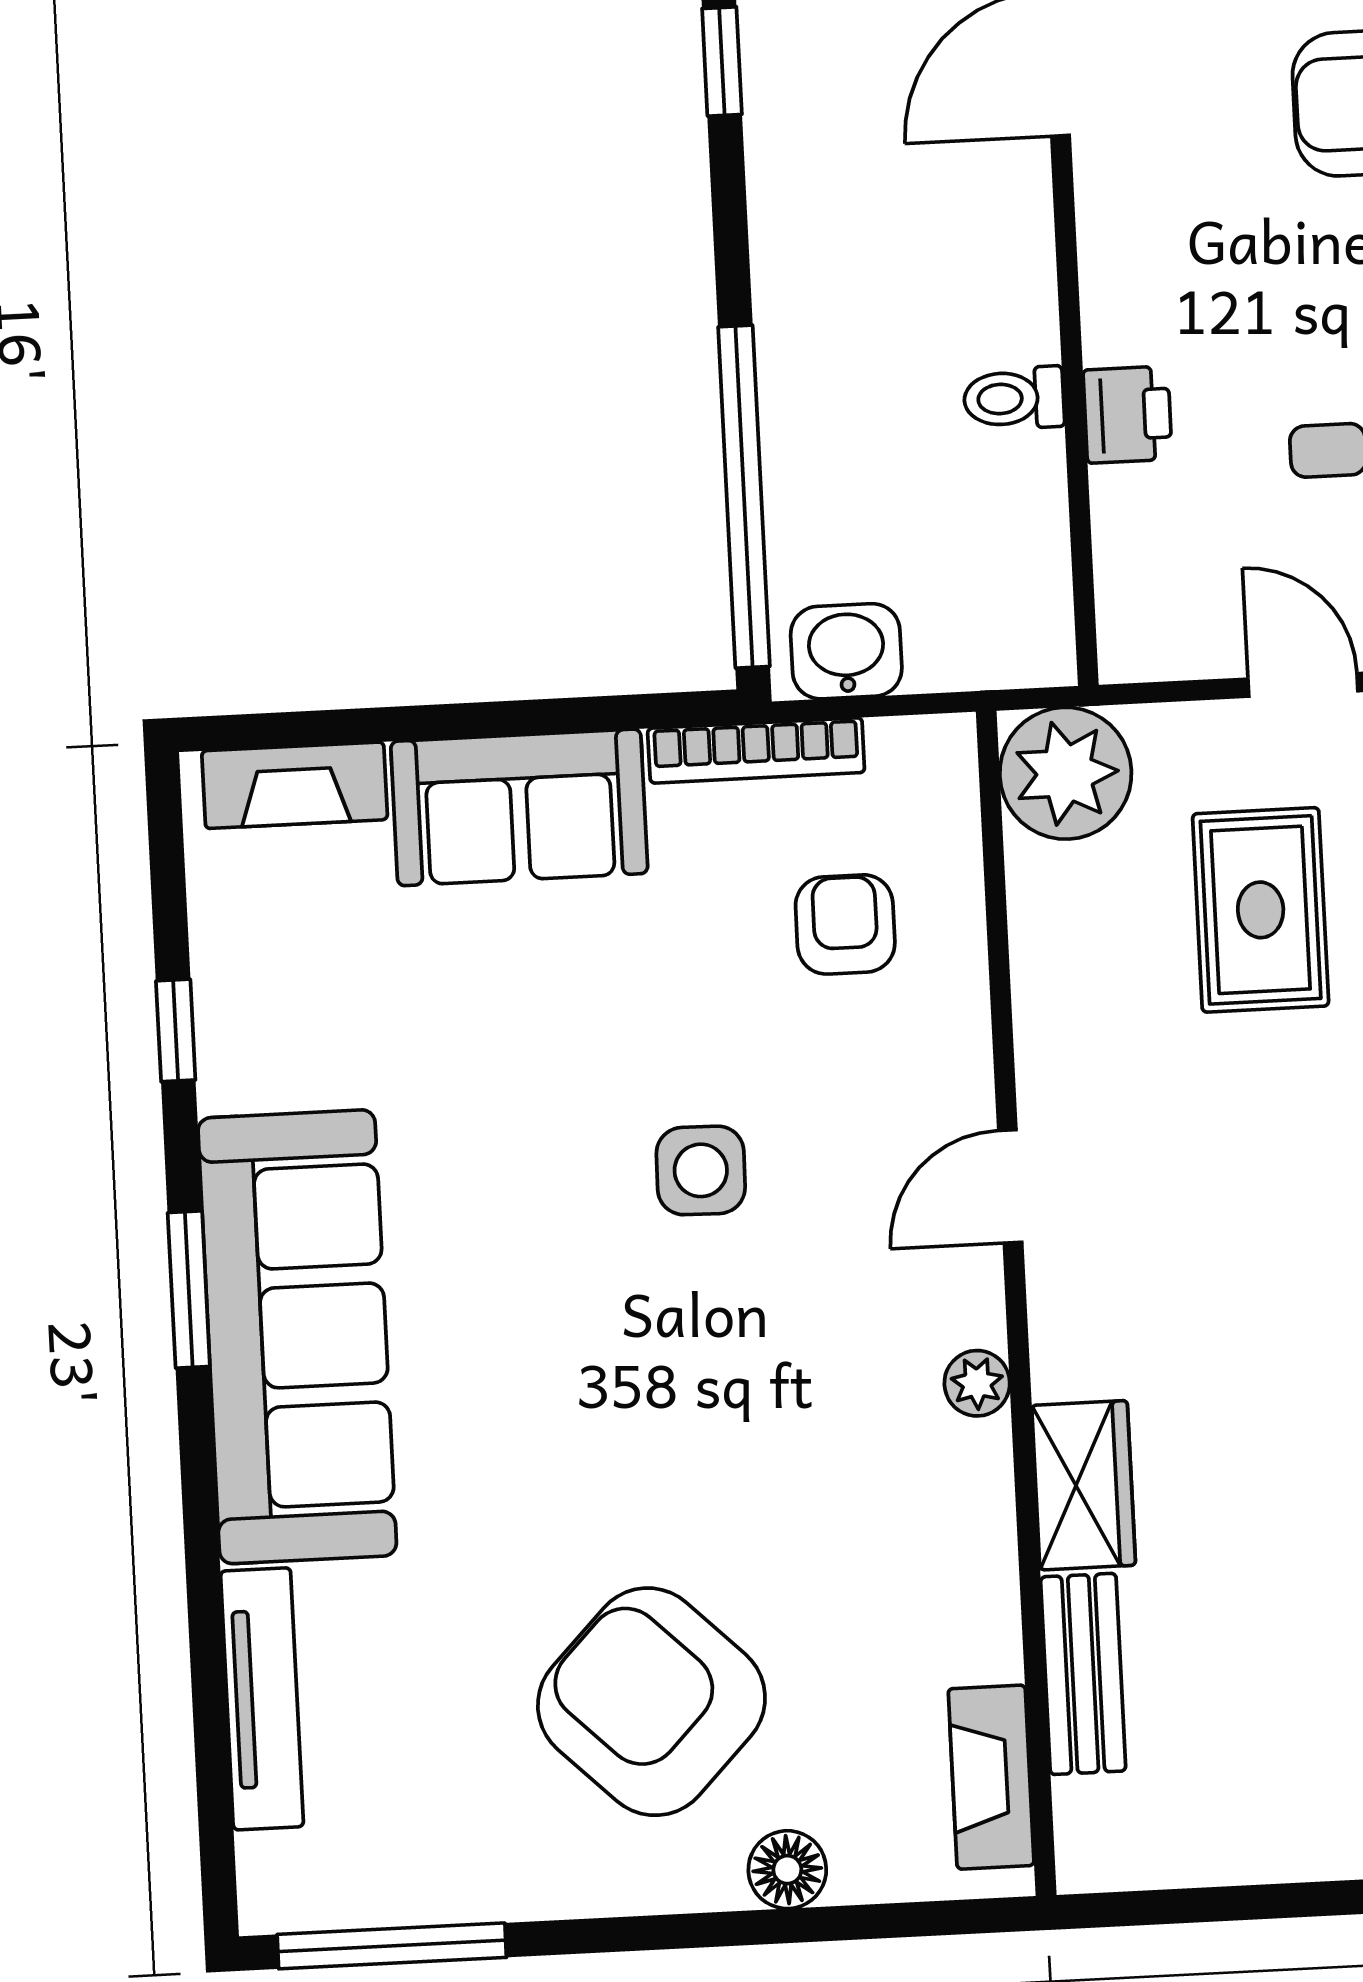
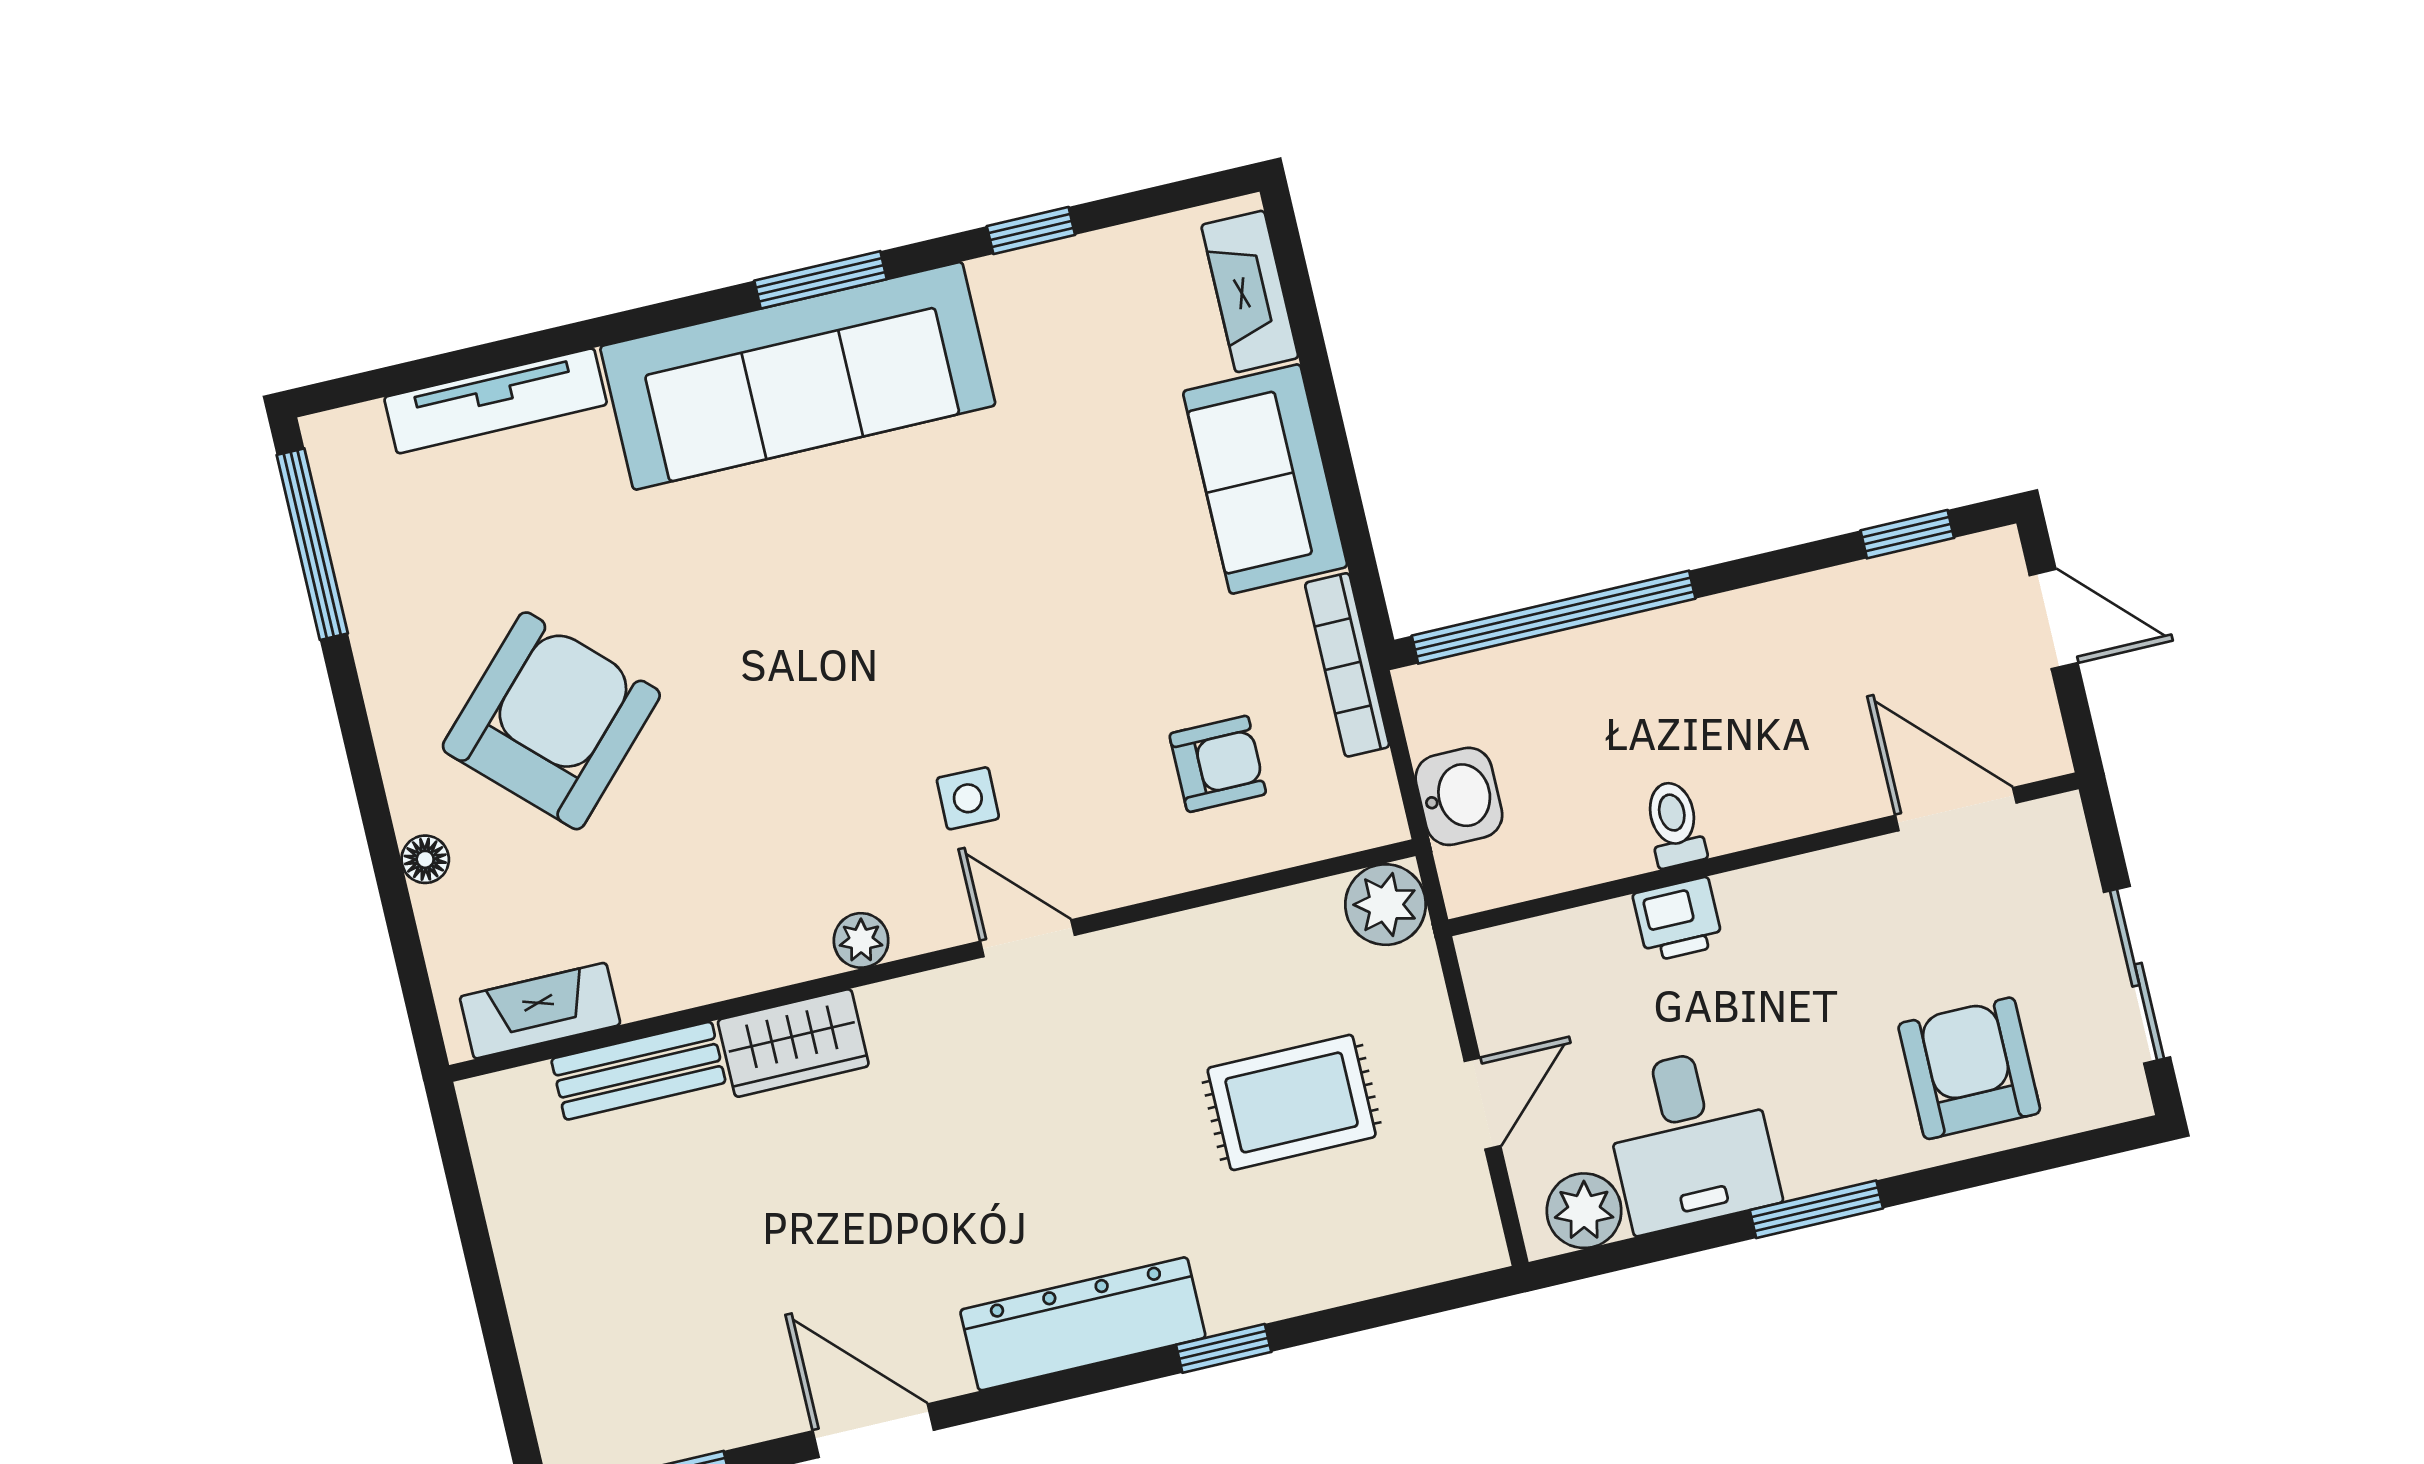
washbasin: (846, 651) -> (1459, 796), moved
plant: (1066, 773) -> (1386, 905), width x0.73, depth x0.73
side table: (701, 1170) -> (968, 798), moved, width x0.73, depth x0.73
floor lamp: (787, 1870) -> (425, 859), width x0.73, depth x0.73

